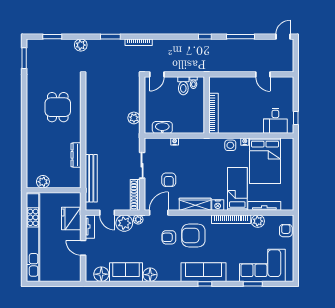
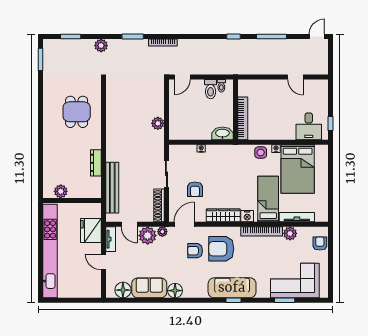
washbasin: (162, 127) -> (222, 133), moved

